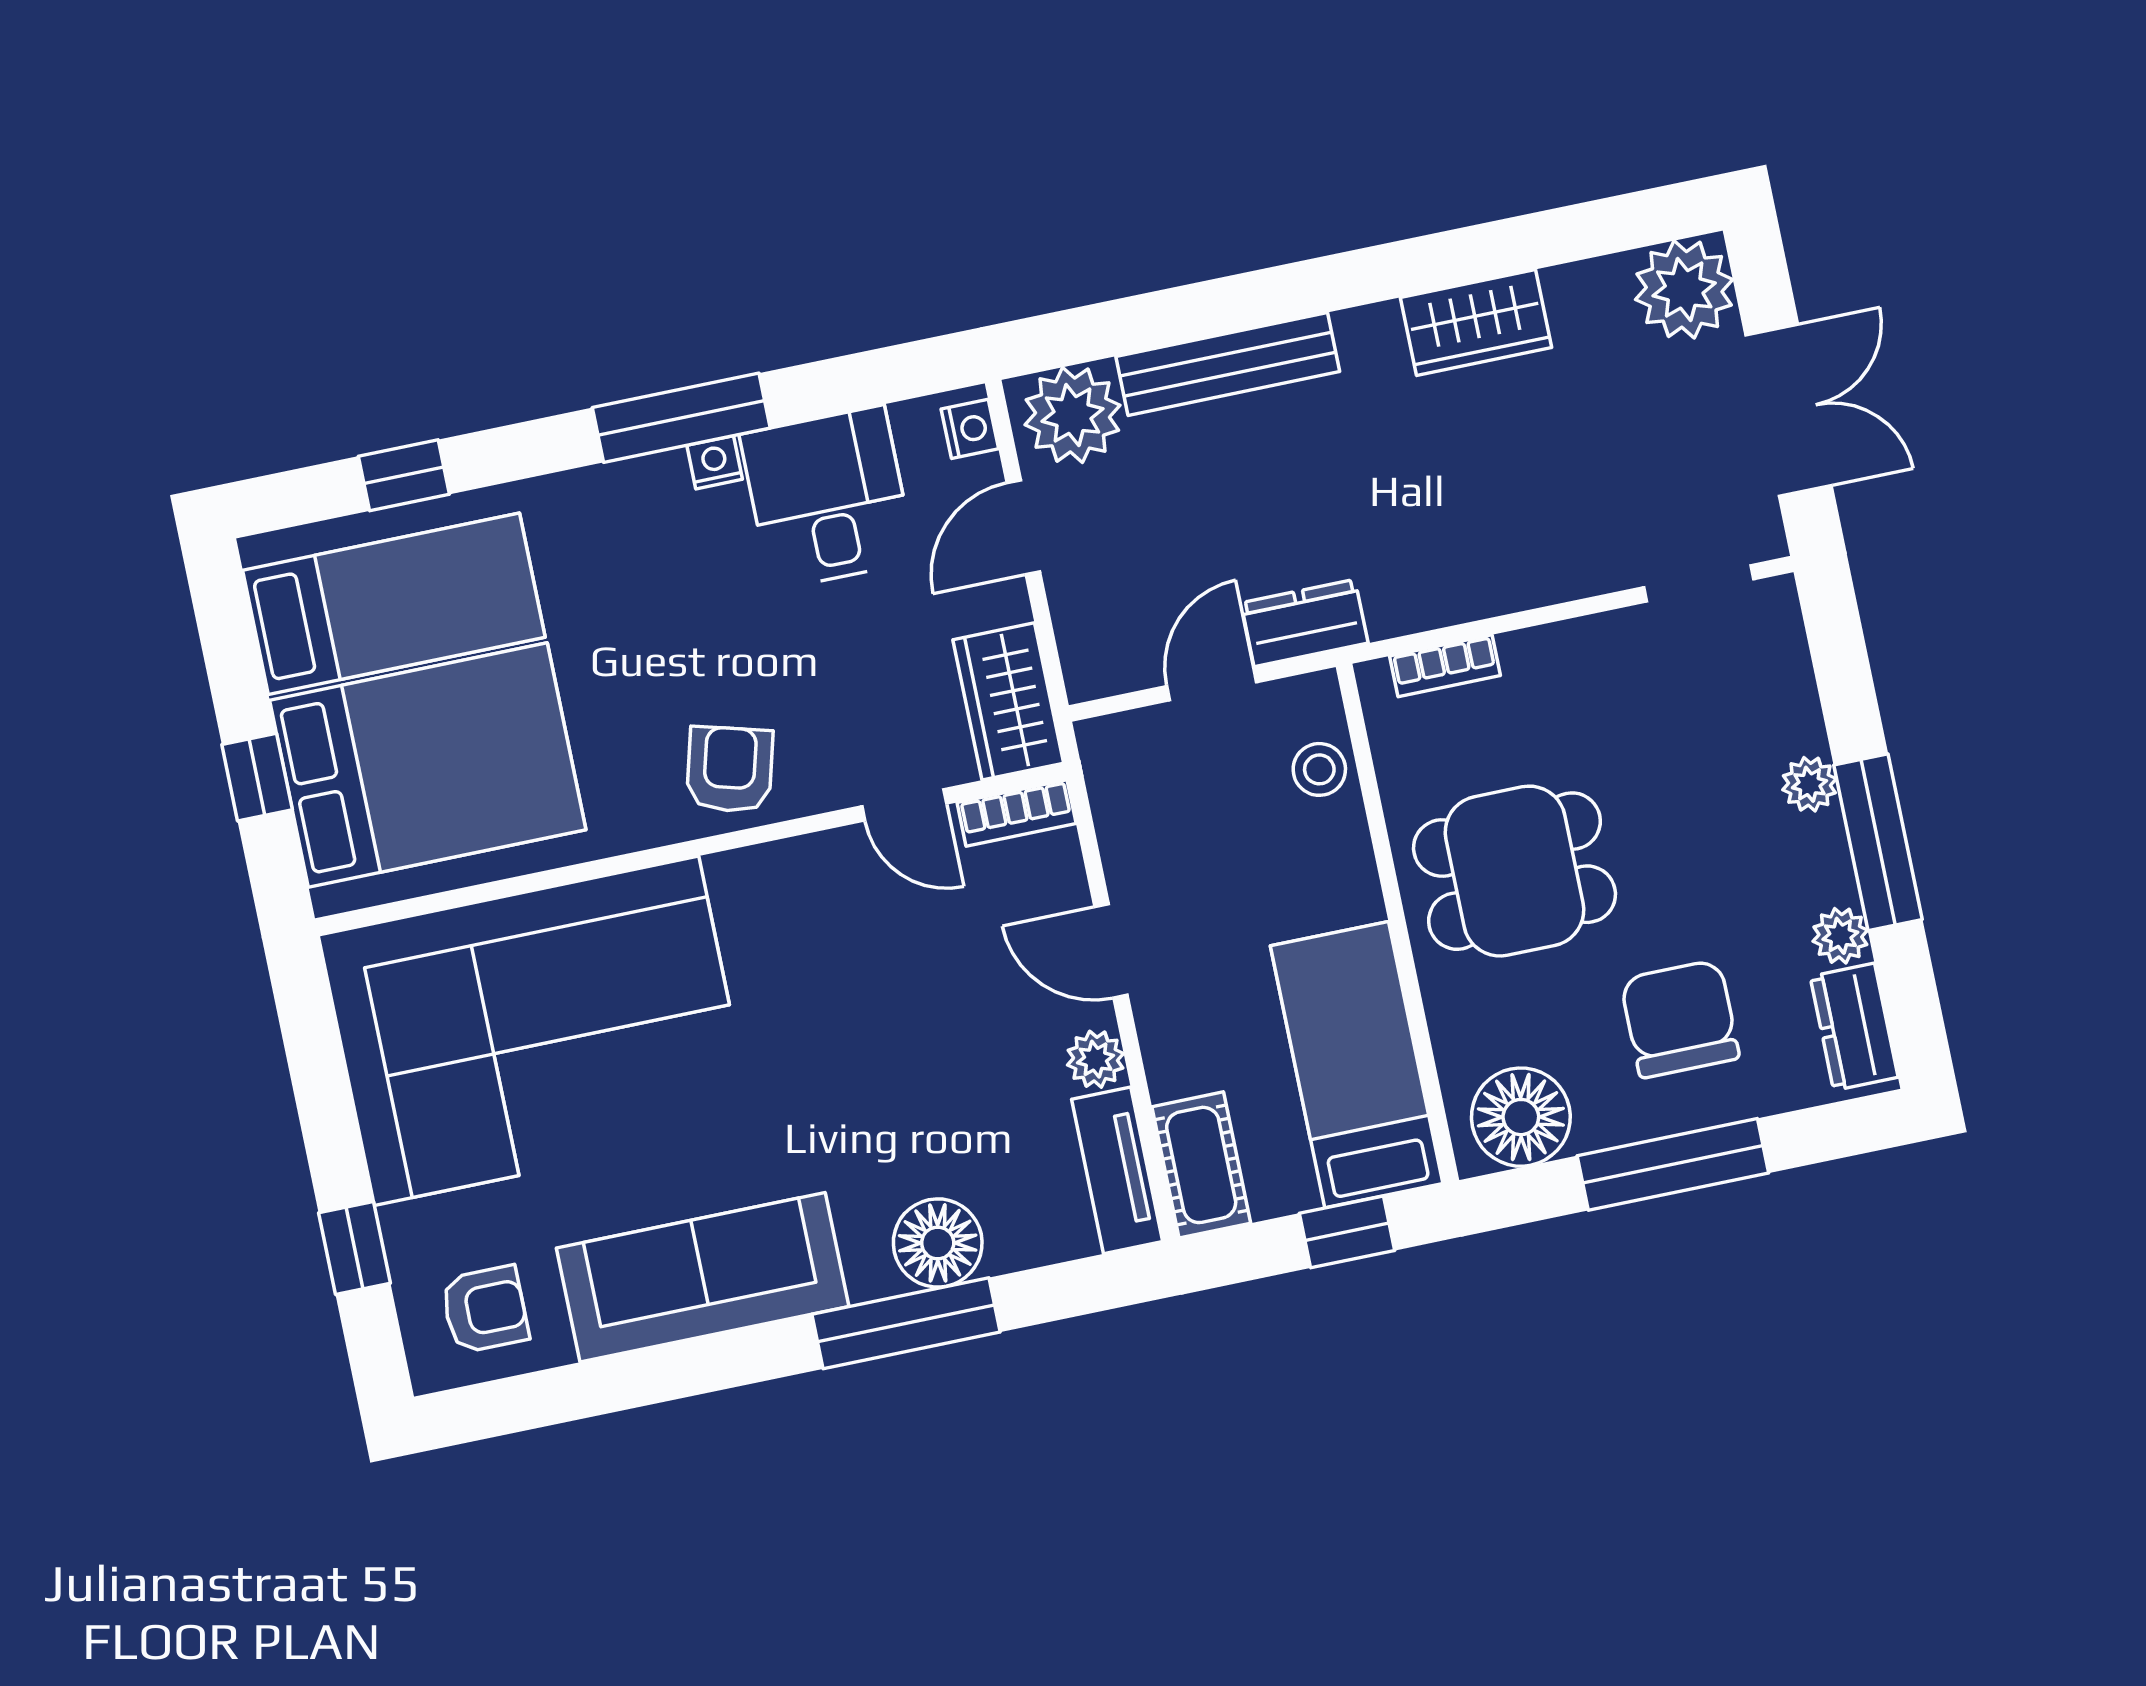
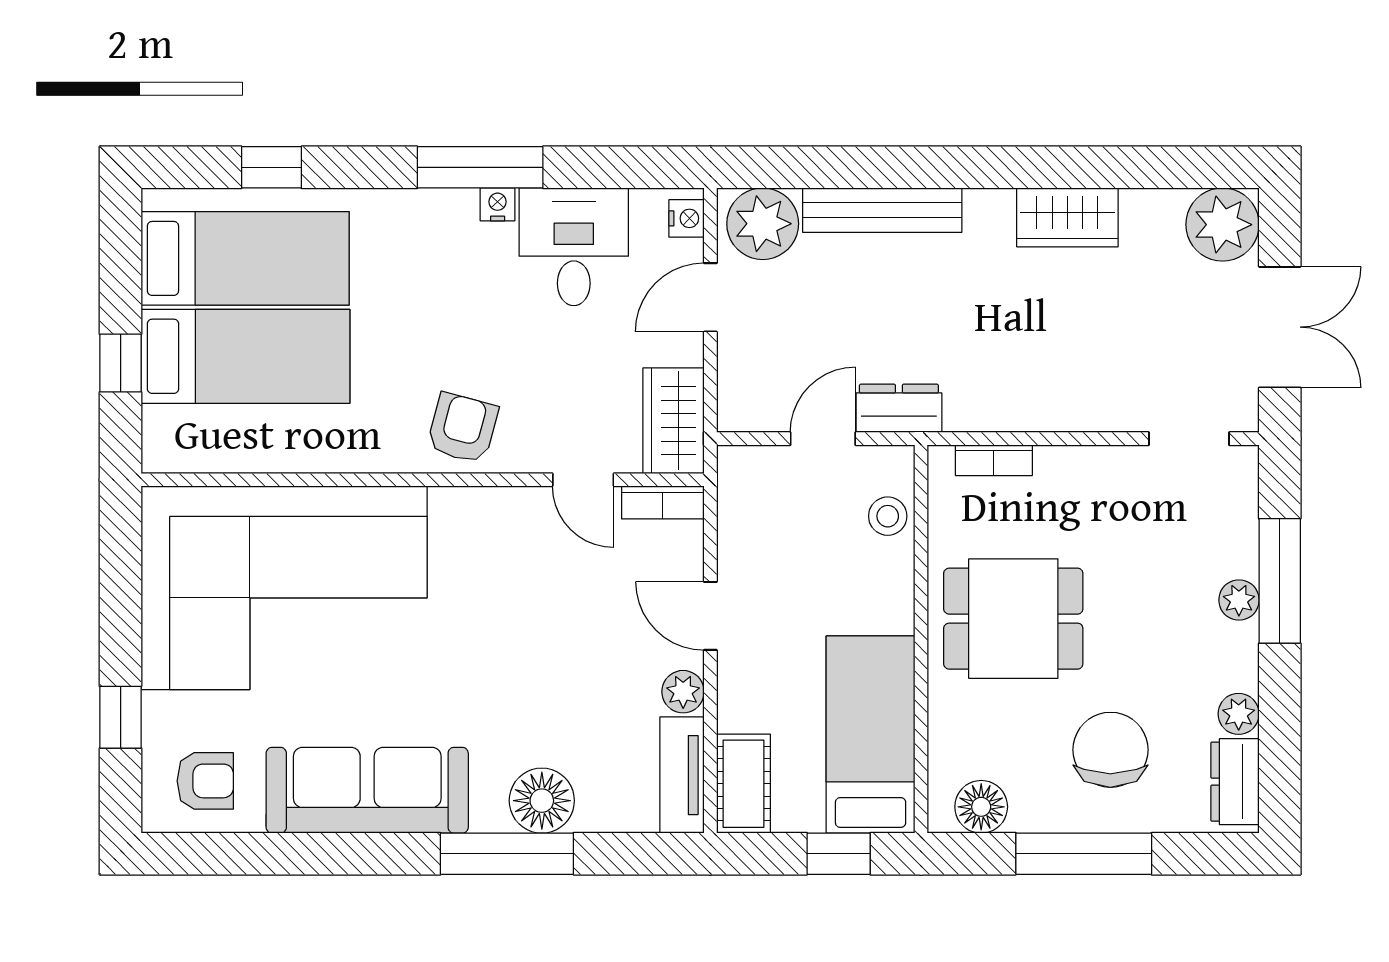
bed: (428, 765) -> (245, 356), width x0.67
window: (1878, 842) -> (1280, 581), moved
floor lamp: (1521, 1117) -> (981, 807), width x0.73, depth x0.73

